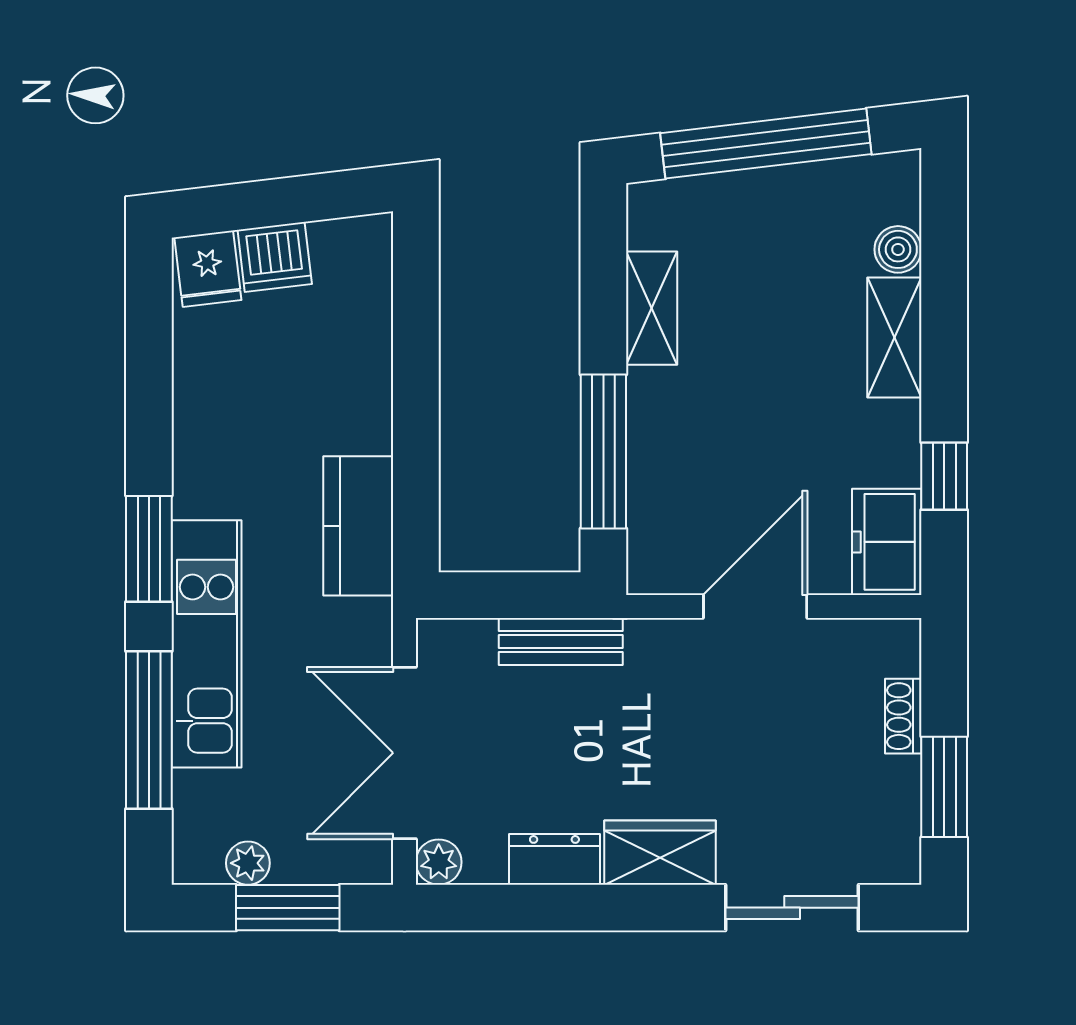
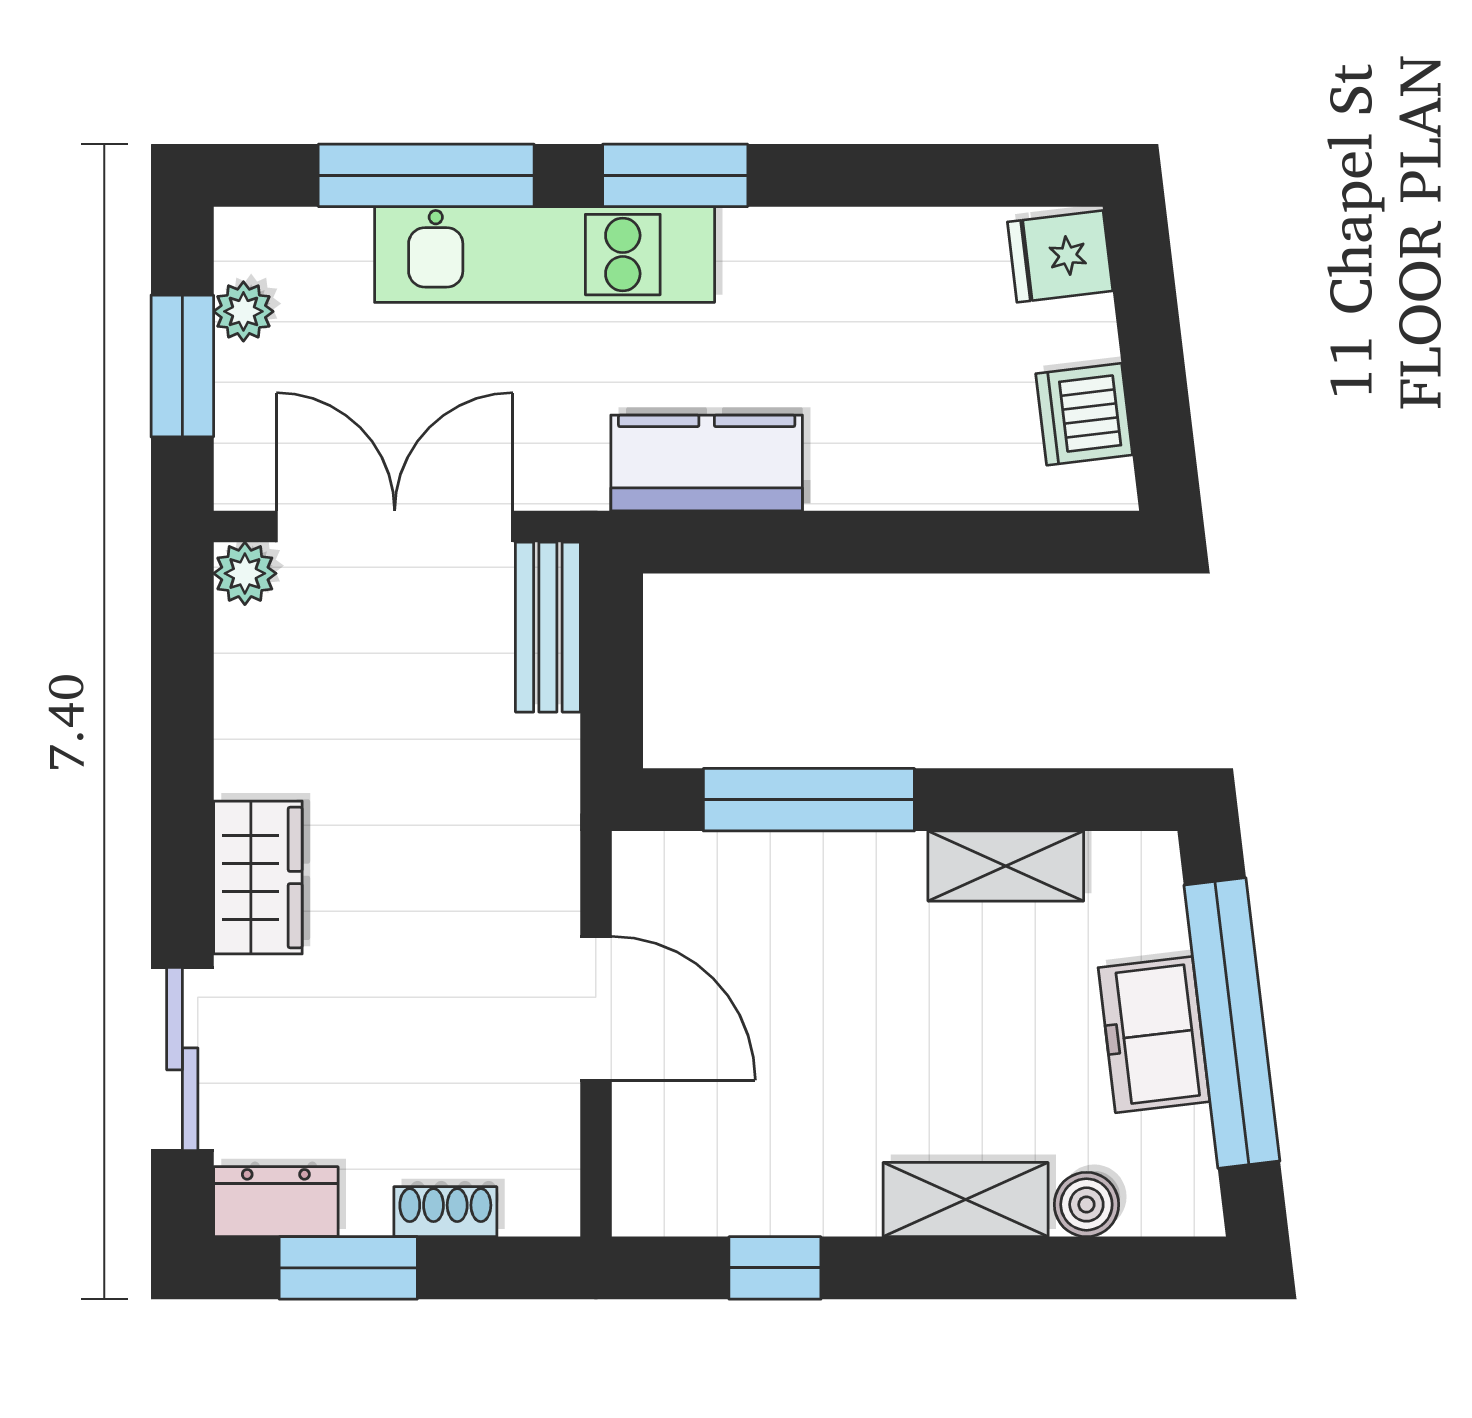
dishwasher: (275, 257) -> (1084, 414), moved
freezer: (887, 542) -> (1154, 1035), moved, turned -97
bench: (561, 641) -> (548, 627), moved
dresser: (554, 859) -> (276, 1202), moved, turned -90

